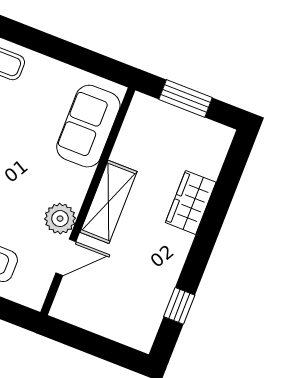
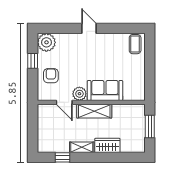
sofa: (88, 126) -> (105, 90), moved
shelving: (174, 257) -> (82, 147), added

